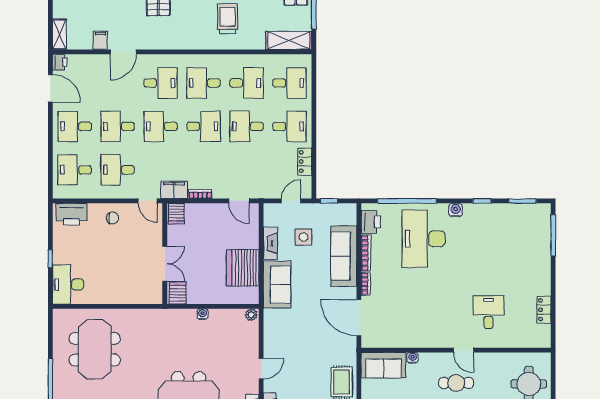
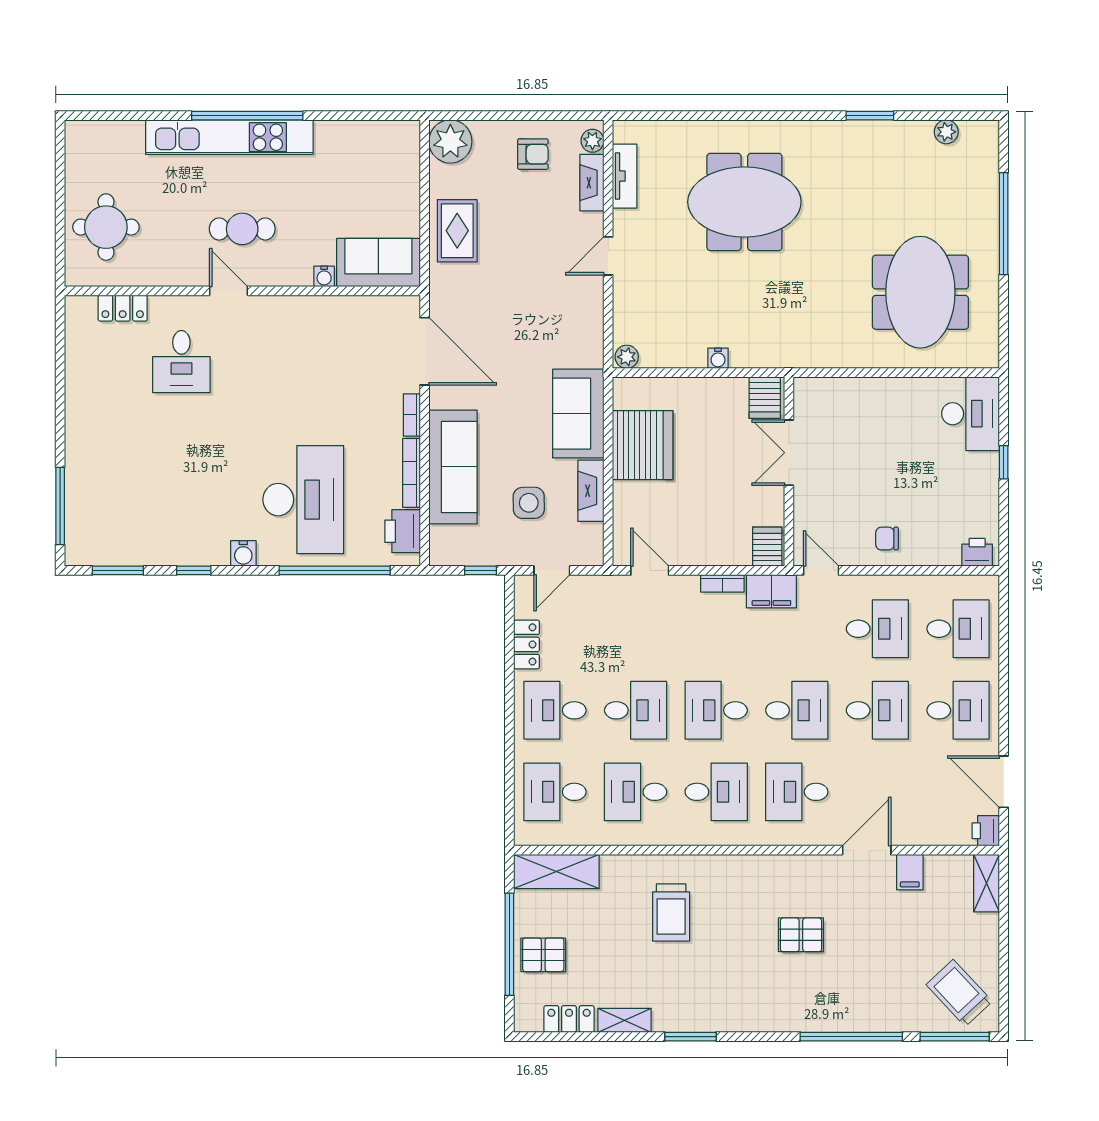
printer: (72, 214) -> (977, 552), width x0.53, depth x0.68
locker: (544, 310) -> (123, 308), moved, turned 90

